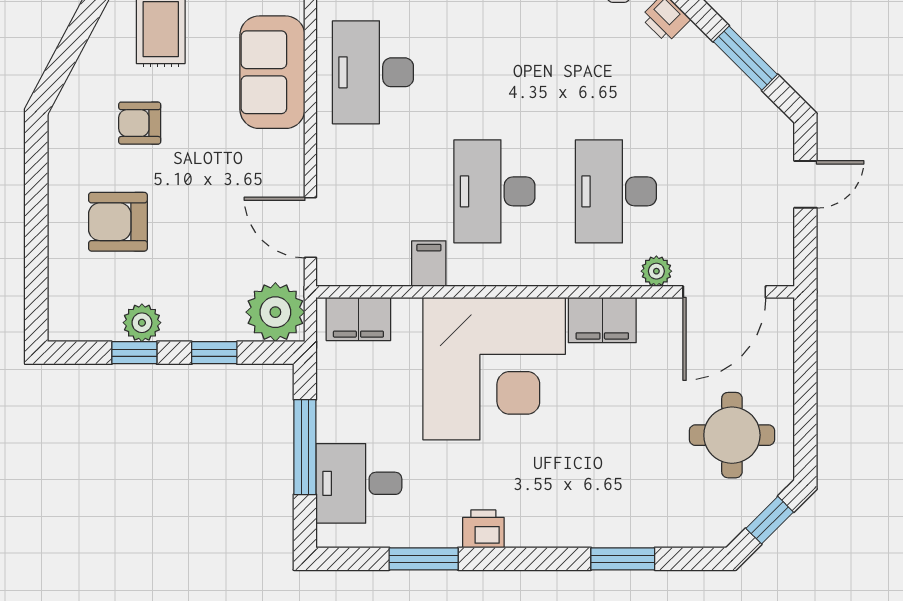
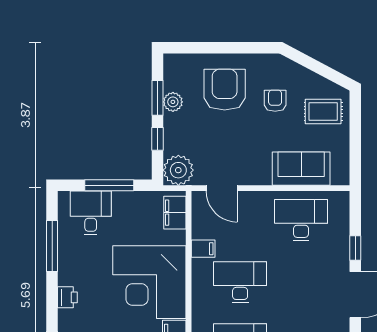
armchair: (118, 222) -> (225, 90), width x1.36, depth x1.36
door: (310, 227) -> (222, 188), swing flipped
window: (134, 353) -> (158, 98), width x1.50
printer: (483, 529) -> (67, 297), moved
window: (424, 559) -> (52, 246), width x1.44

